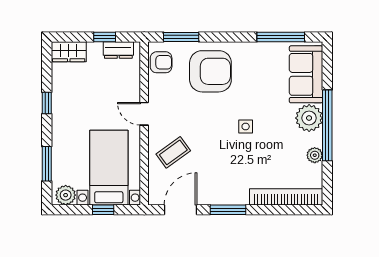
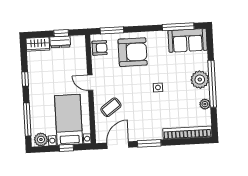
dresser: (118, 50) -> (60, 42), moved
sofa: (306, 74) -> (188, 40), moved, turned -90
window: (47, 164) -> (27, 119), width x1.44

